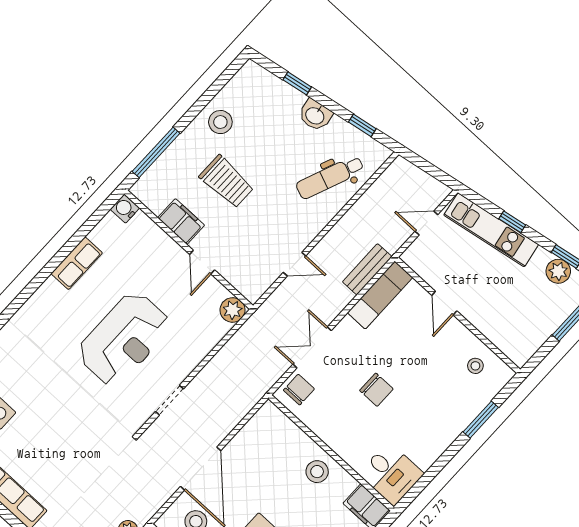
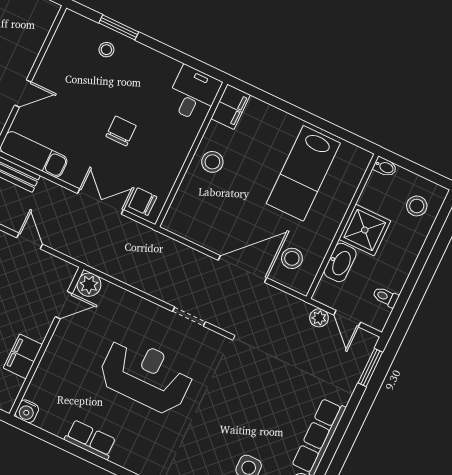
door: (202, 262) -> (64, 305), moved
double door: (312, 347) -> (101, 202), swing flipped
stool: (475, 366) -> (106, 50), moved

